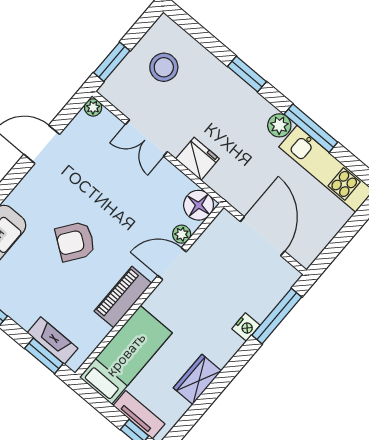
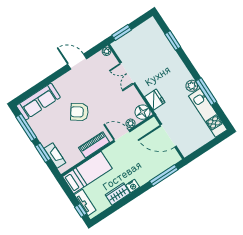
stool: (164, 67) -> (145, 42), removed
window: (247, 74) -> (173, 40), moved
fridge: (197, 159) -> (155, 100), moved
door: (263, 236) -> (168, 136), swing flipped
nightstand: (246, 327) -> (133, 186), moved
window: (44, 356) -> (43, 153), moved

